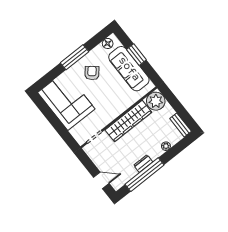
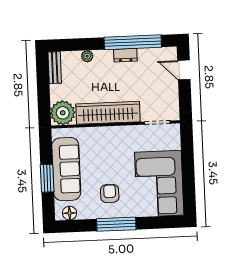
armchair: (92, 73) -> (110, 193), turned 140

